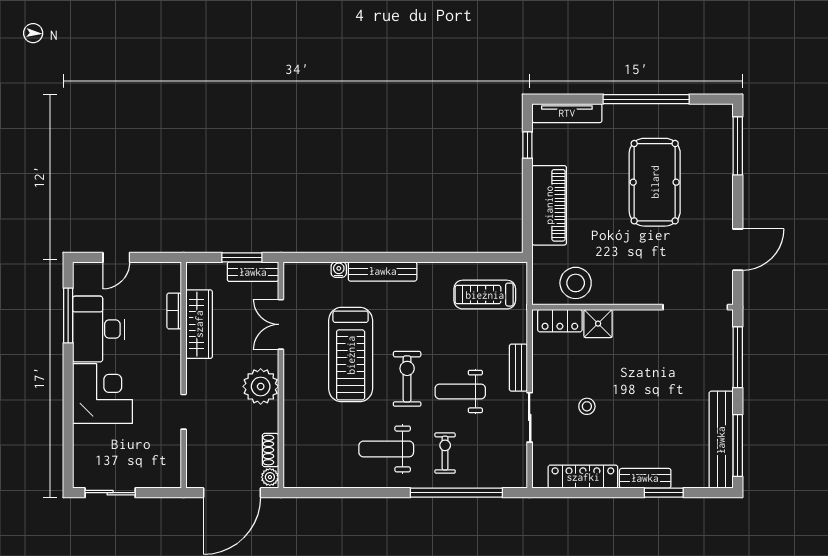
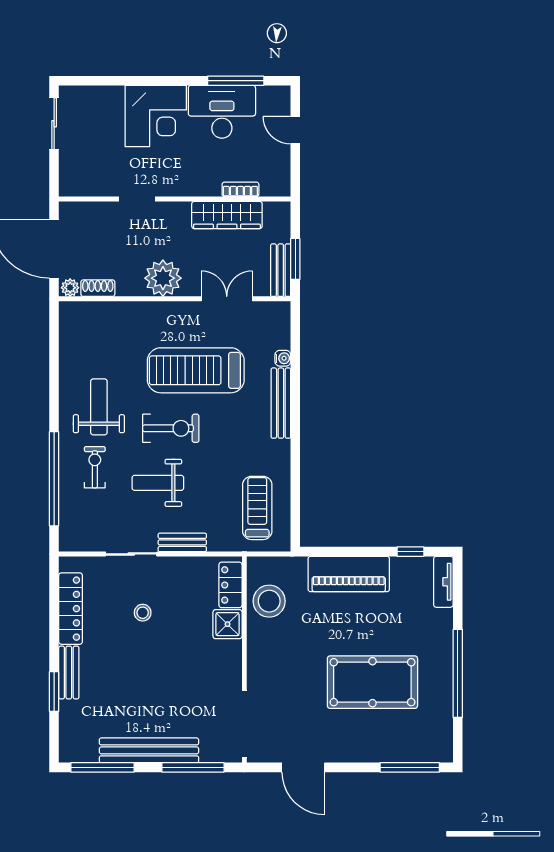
tv unit: (567, 113) -> (443, 582), width x0.71
weight bench: (460, 391) -> (158, 483), turned -90
bench: (721, 440) -> (149, 750), moved
exercise bike: (445, 453) -> (95, 467), turned -90

